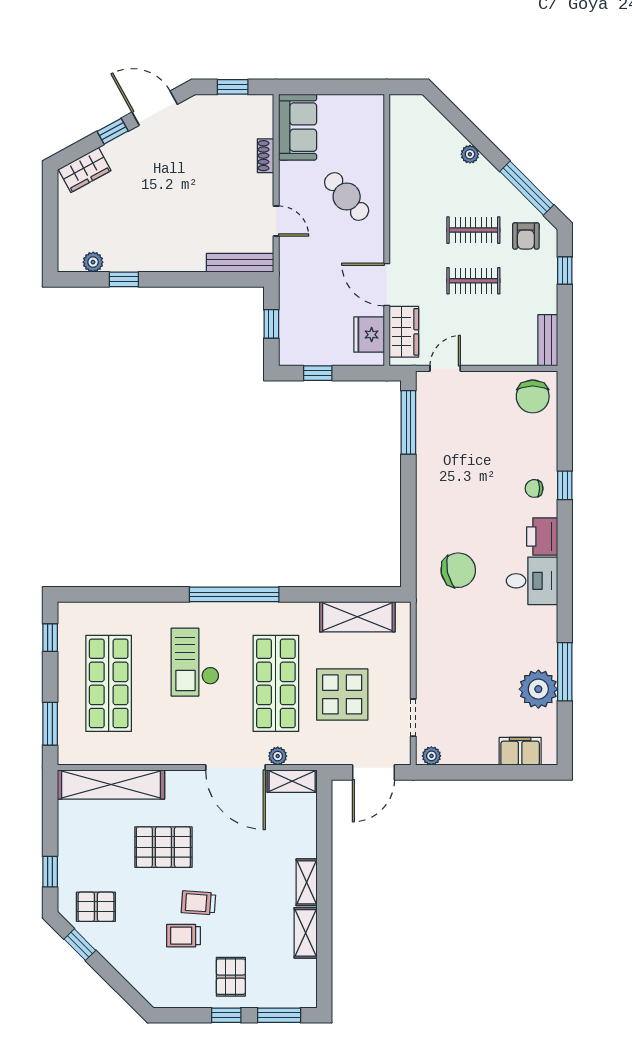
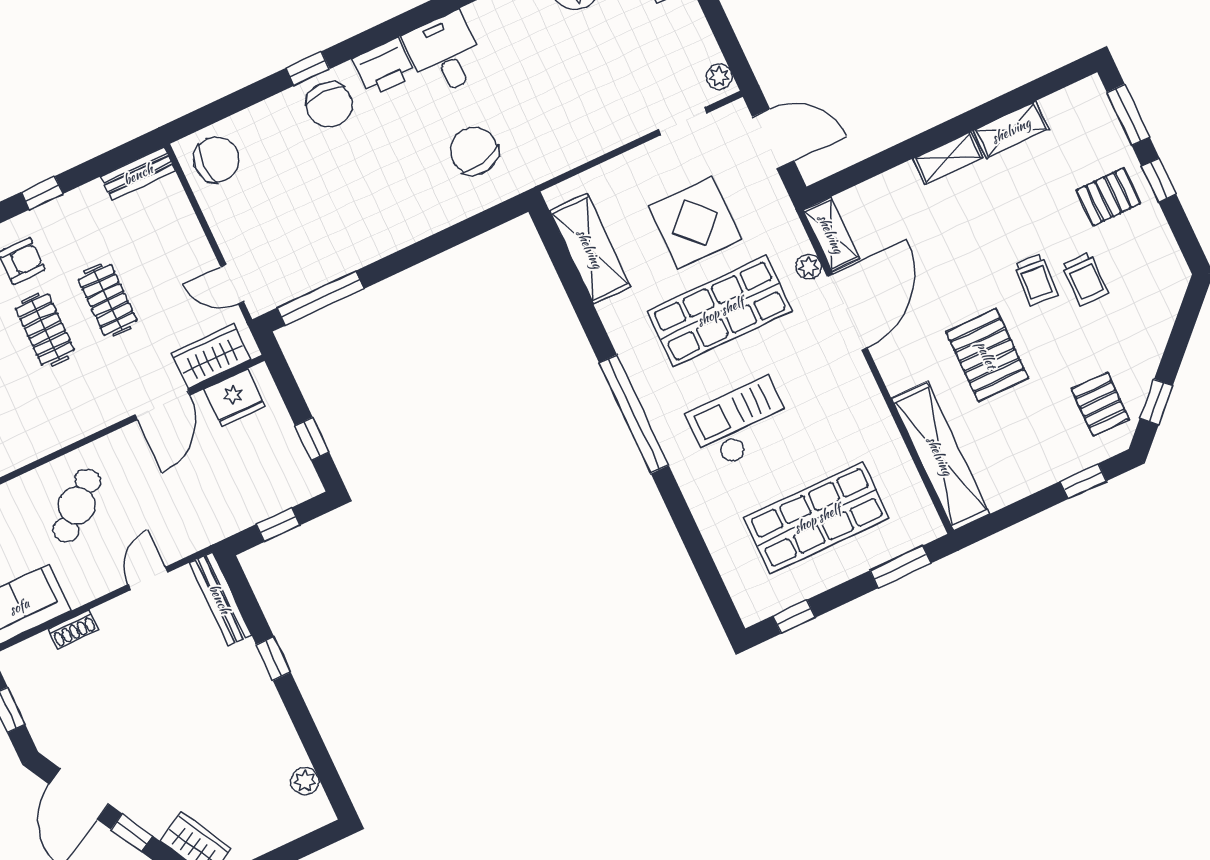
window: (124, 279) -> (273, 658), moved
chair: (534, 488) -> (329, 105), width x1.87, depth x1.87
checkout: (195, 662) -> (740, 423), turned 180

